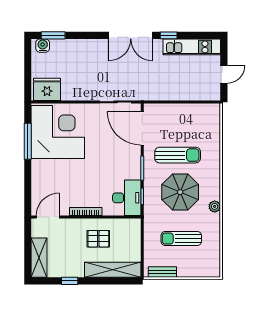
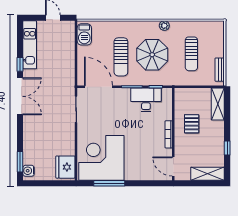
barbecue: (204, 112) -> (84, 34), added
door: (142, 128) -> (98, 87), swing flipped
sun lounger: (178, 155) -> (121, 57), turned 180
desk: (127, 198) -> (146, 100), moved
shelving: (113, 270) -> (218, 104), width x0.68

